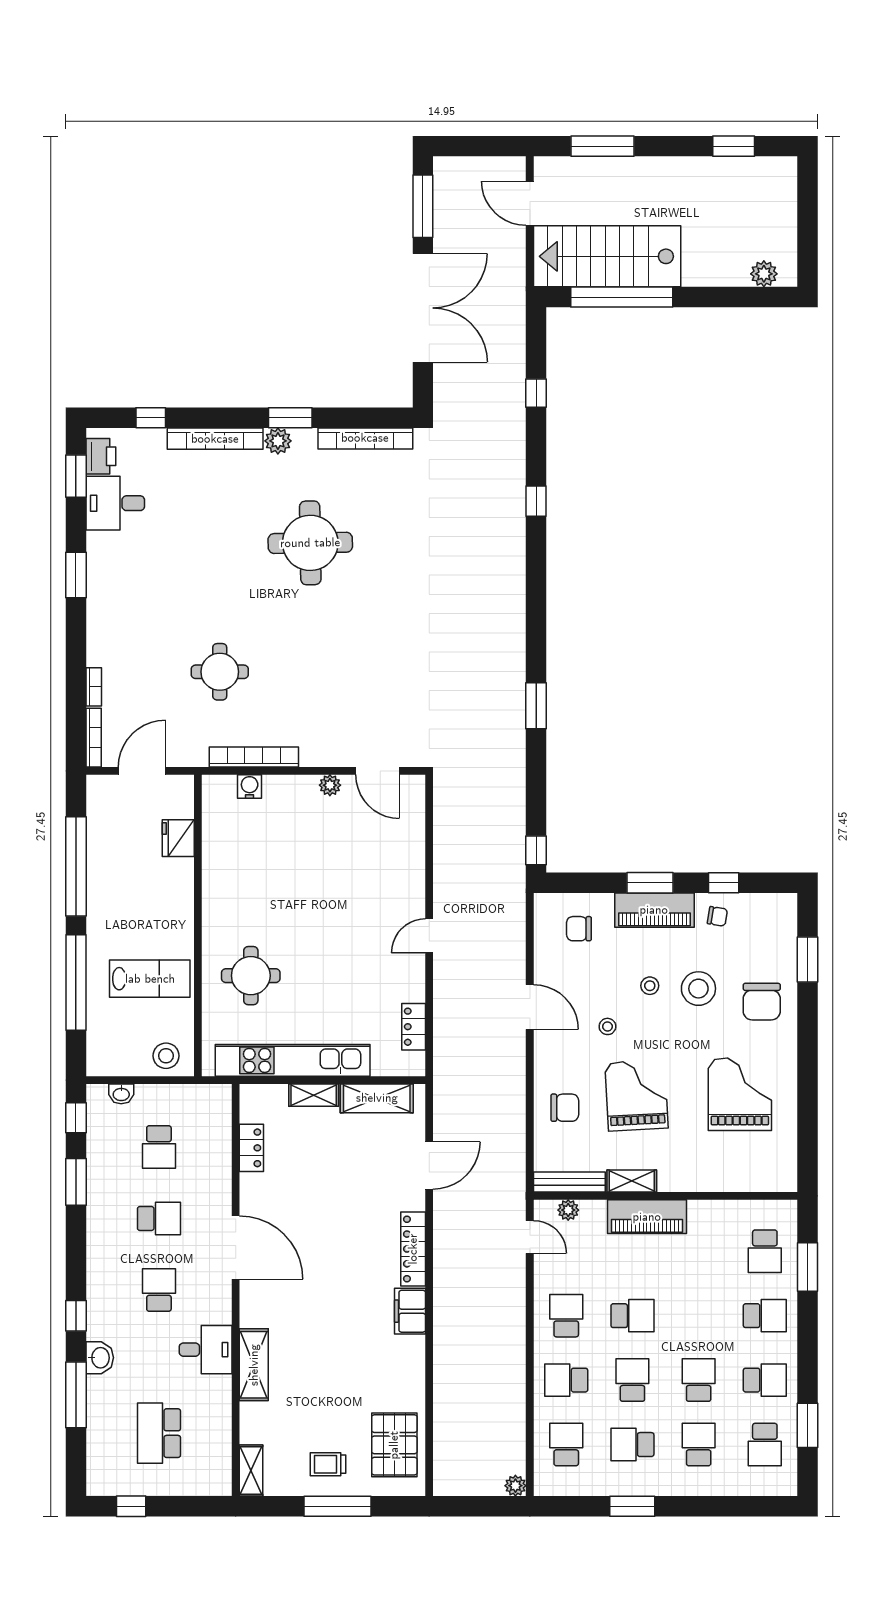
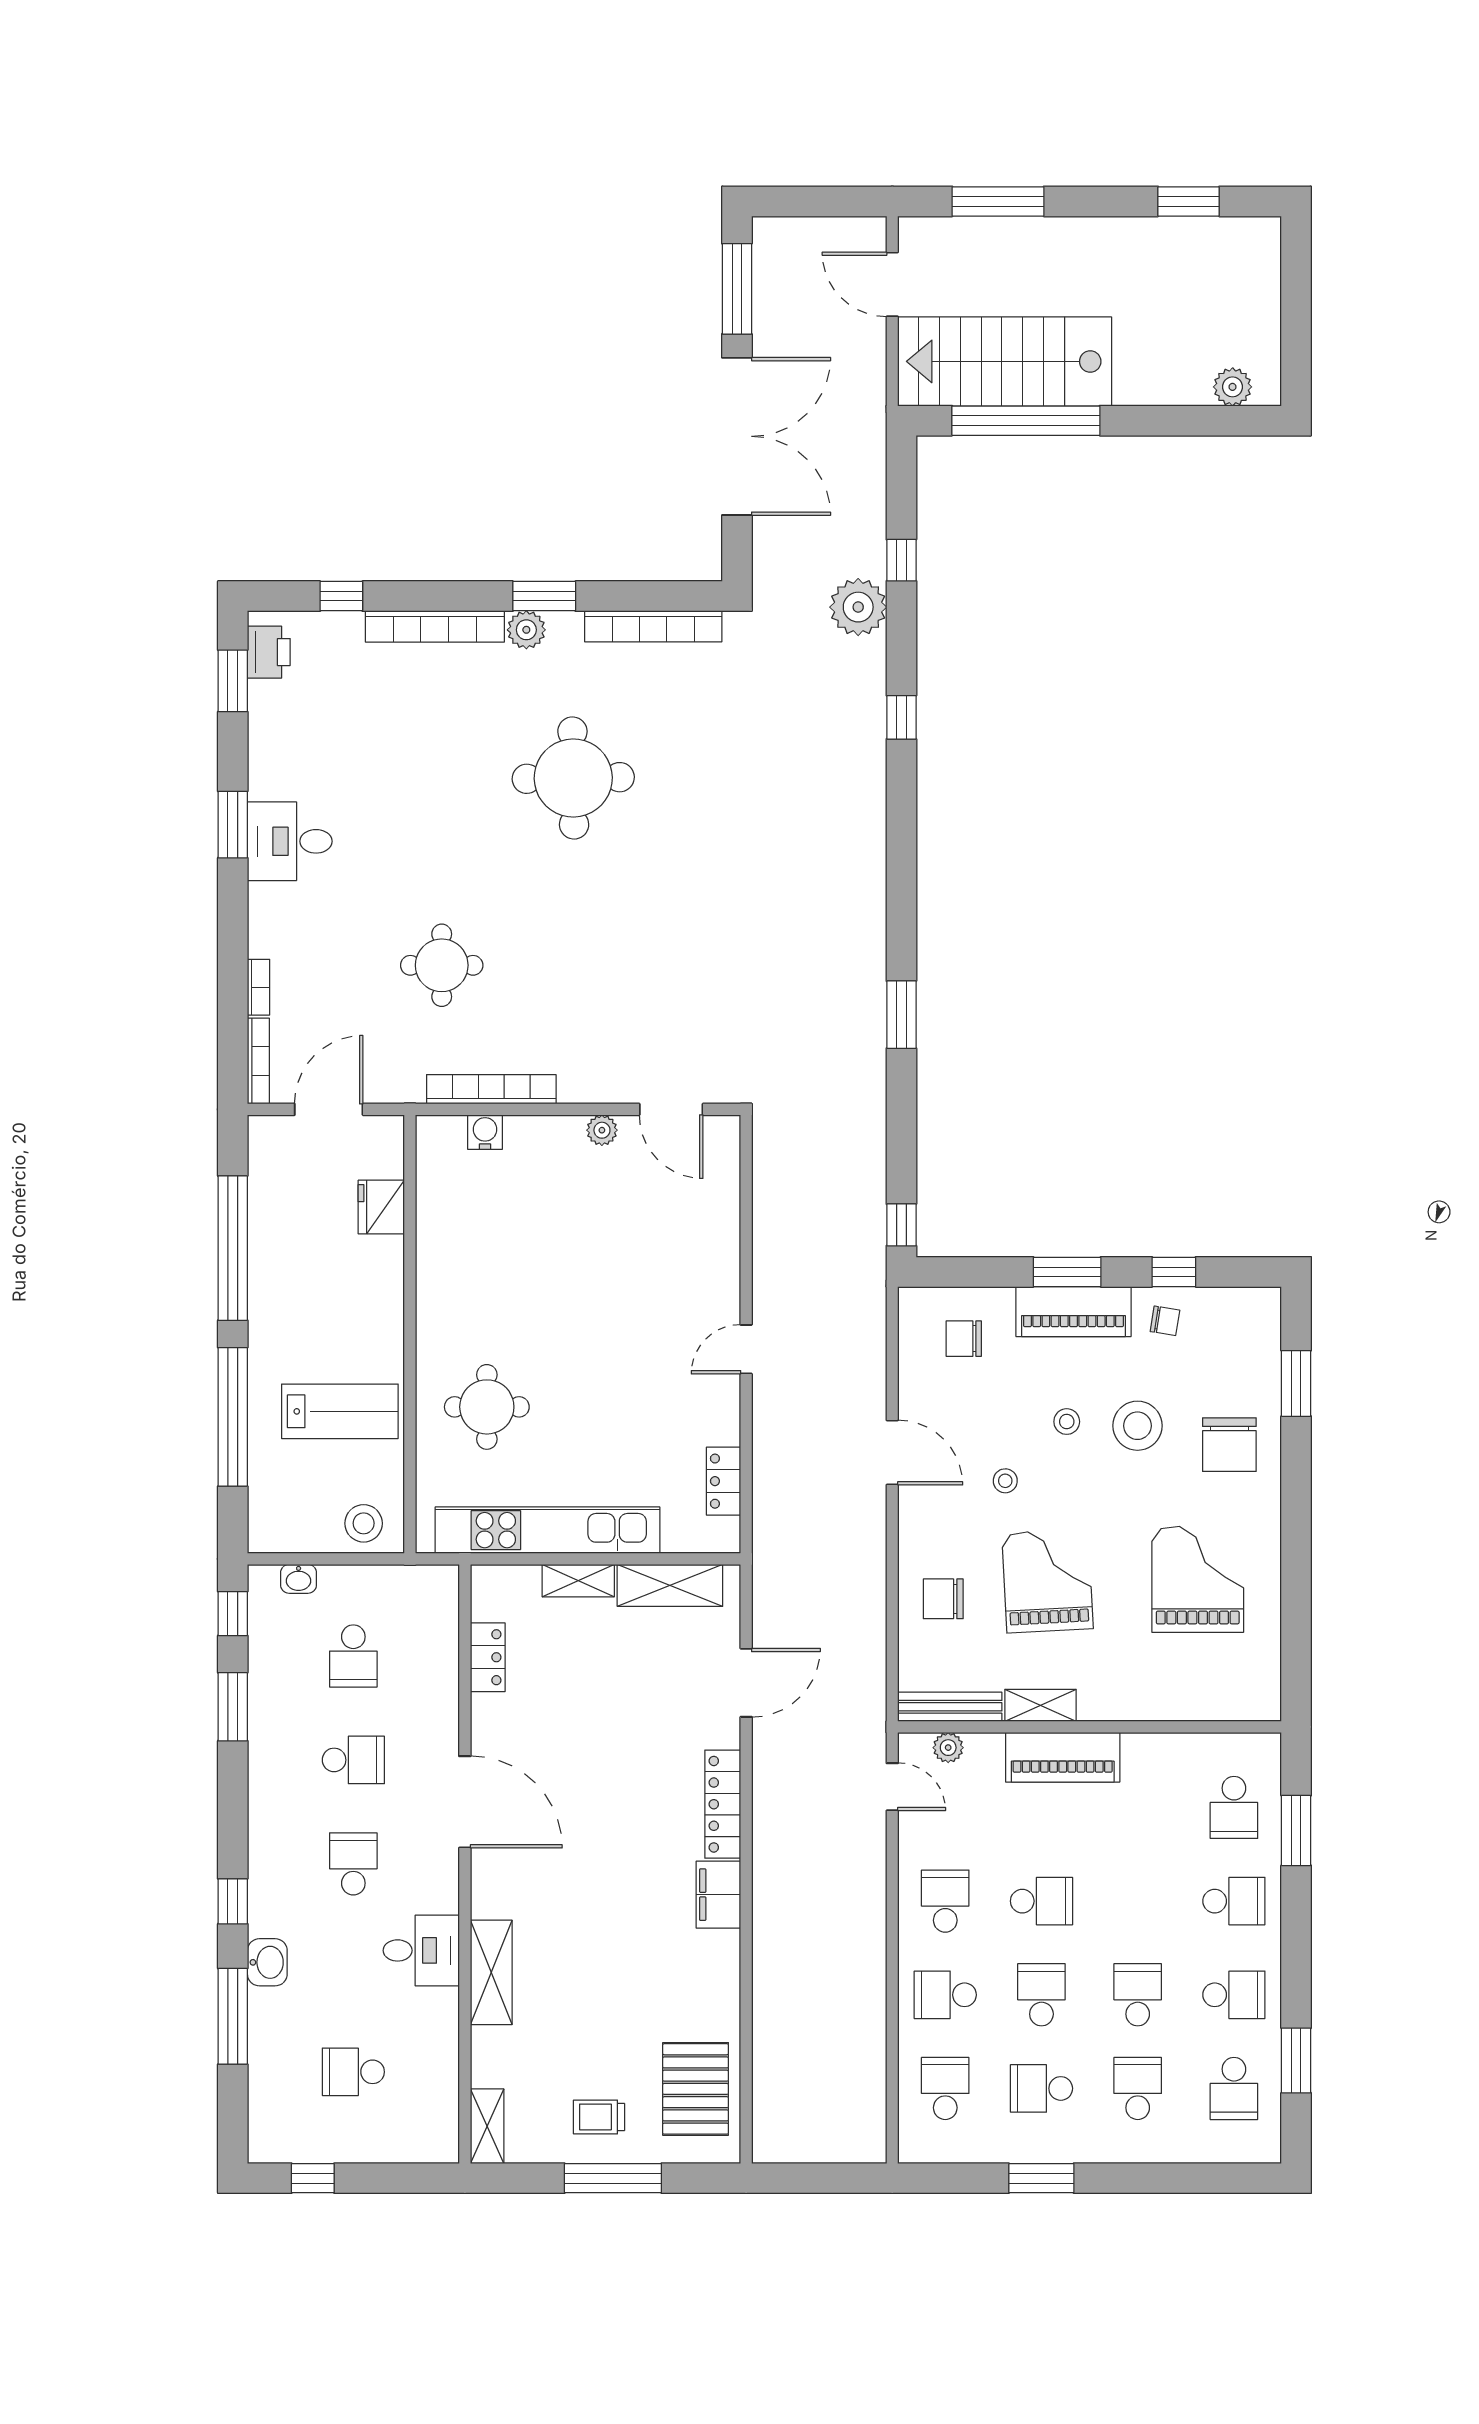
desk: (115, 503) -> (290, 841), moved
chair: (565, 1108) -> (943, 1599), turned 180
school desk: (159, 1433) -> (353, 2072), width x0.54
plant: (515, 1486) -> (858, 607), moved, width x1.87, depth x1.87

